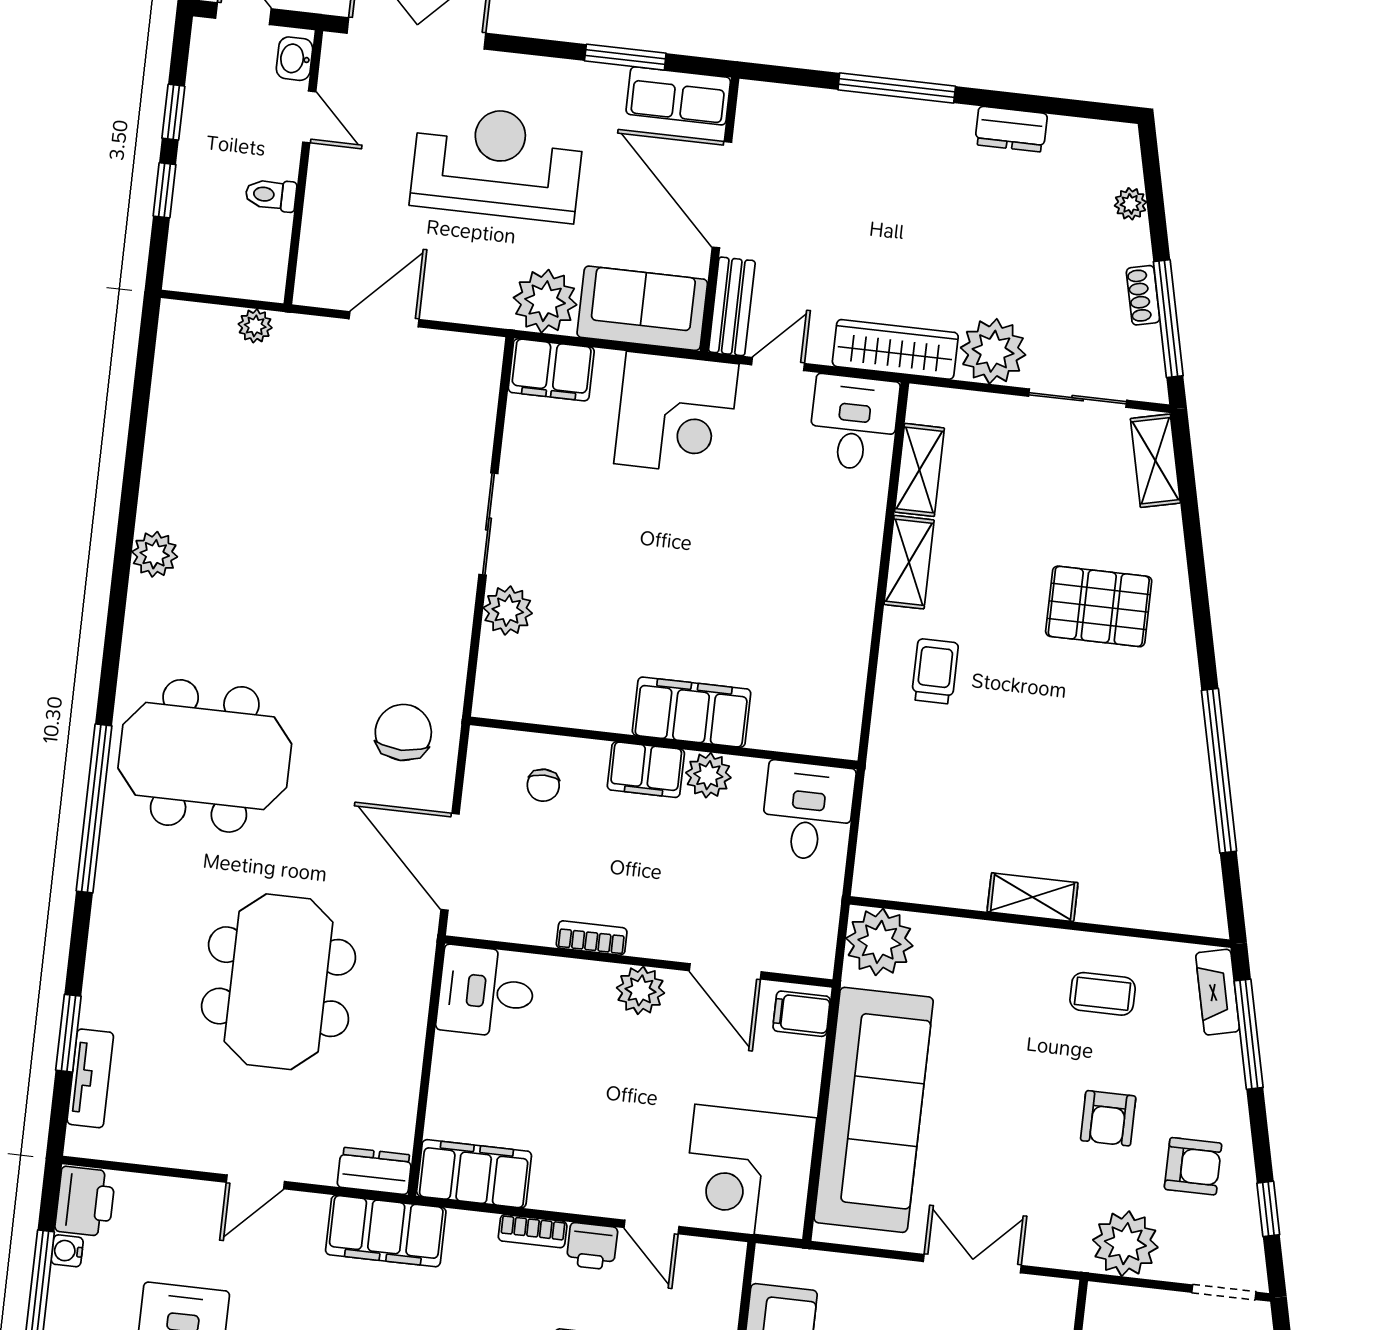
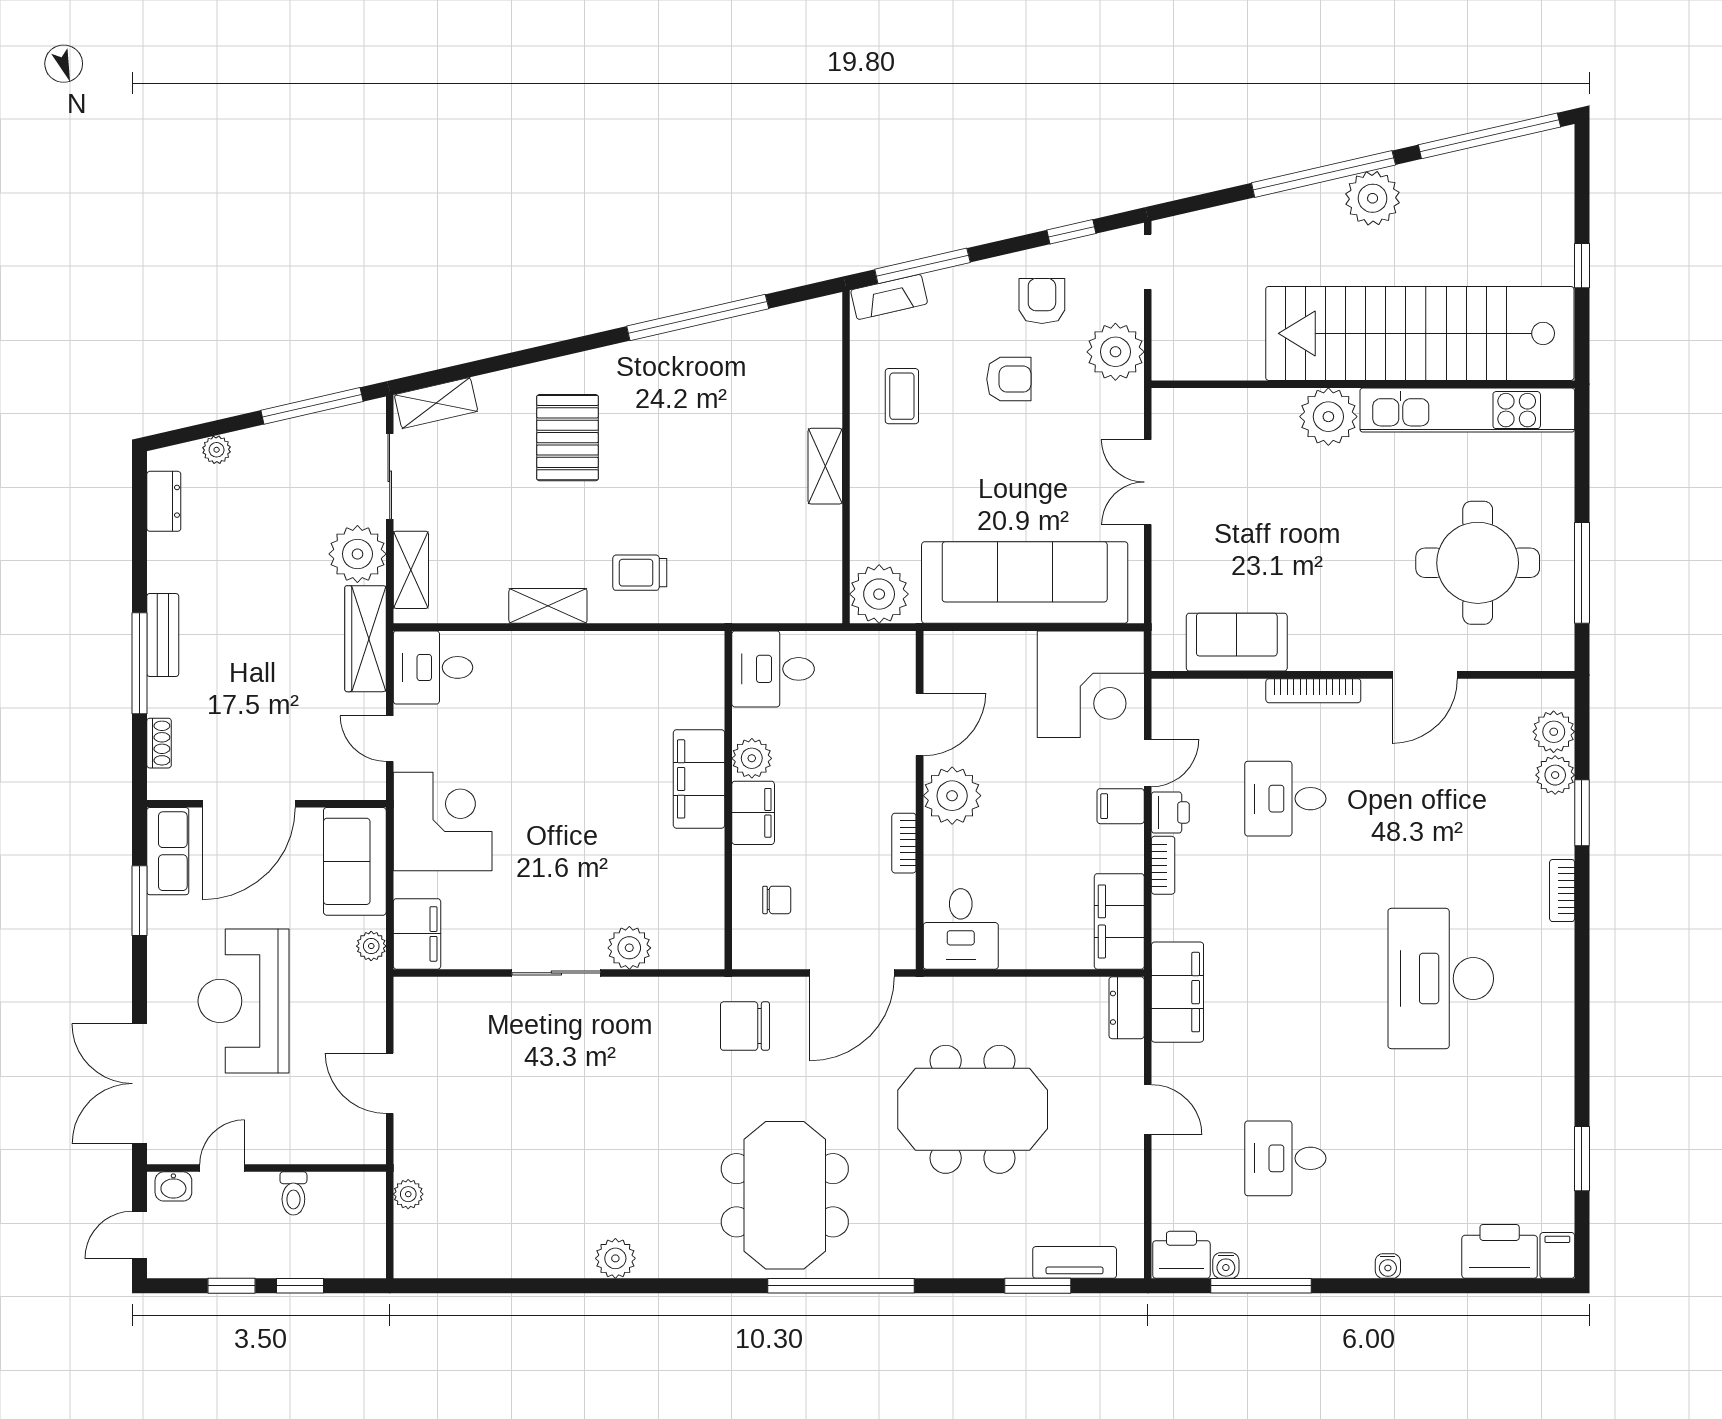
dresser: (1011, 129) -> (164, 501), moved
shoe rack: (1143, 295) -> (159, 743), moved, turned -77
plant: (545, 301) -> (371, 946), width x0.53, depth x0.53
bench: (732, 306) -> (163, 635), moved, turned 90
shelving: (919, 470) -> (411, 570), moved, turned 90
plant: (641, 990) -> (952, 796), width x1.36, depth x1.36
filing cabinet: (802, 1014) -> (1121, 806), moved, turned 90

